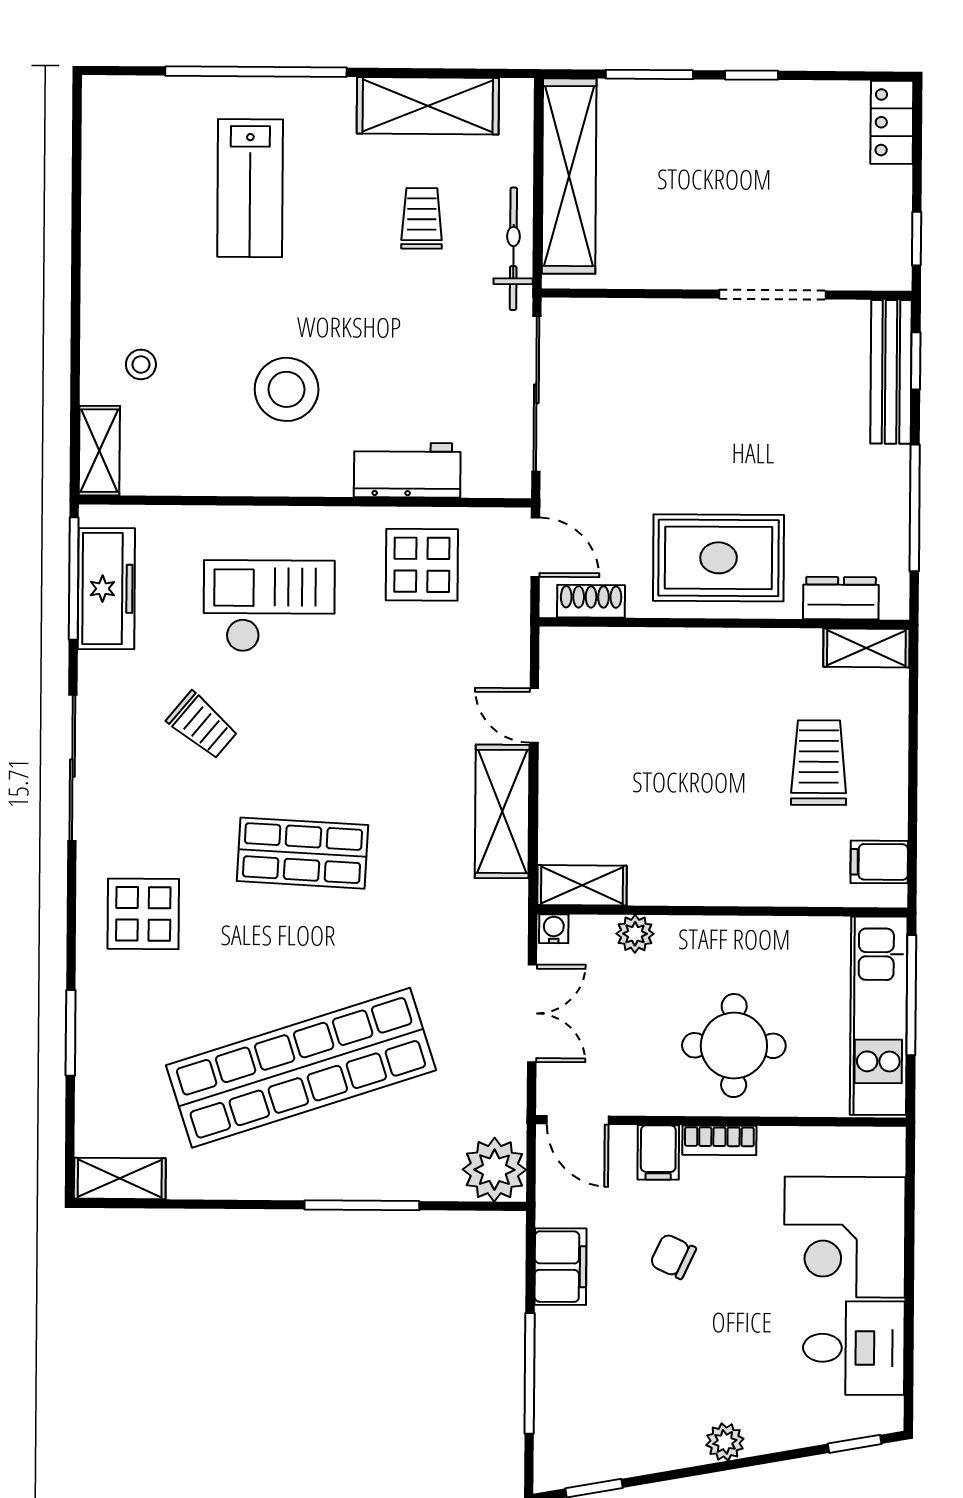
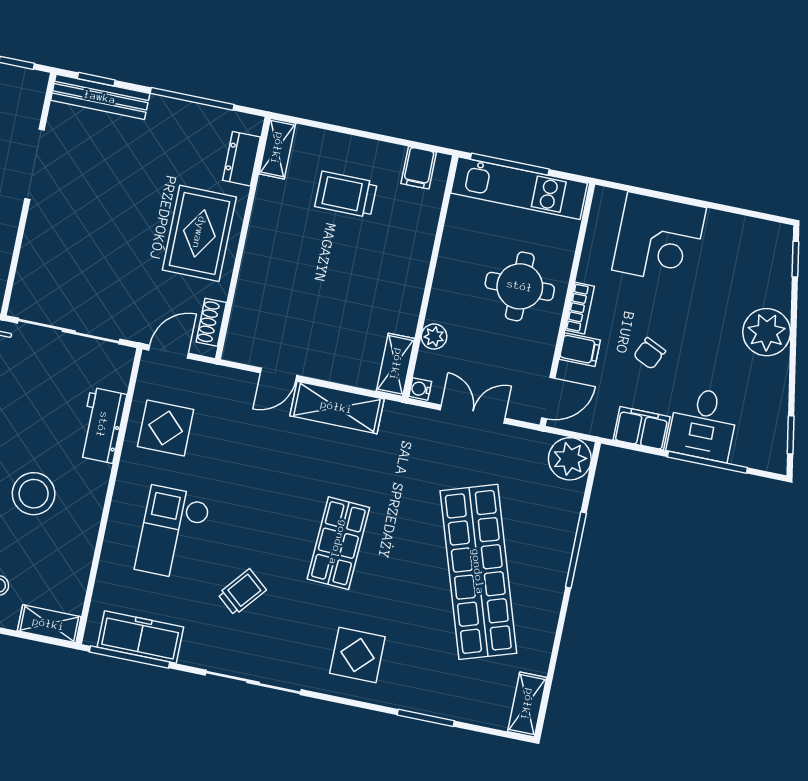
desk: (854, 1348) -> (703, 424), moved, turned 180
plant: (725, 1442) -> (767, 332), width x1.88, depth x1.88

